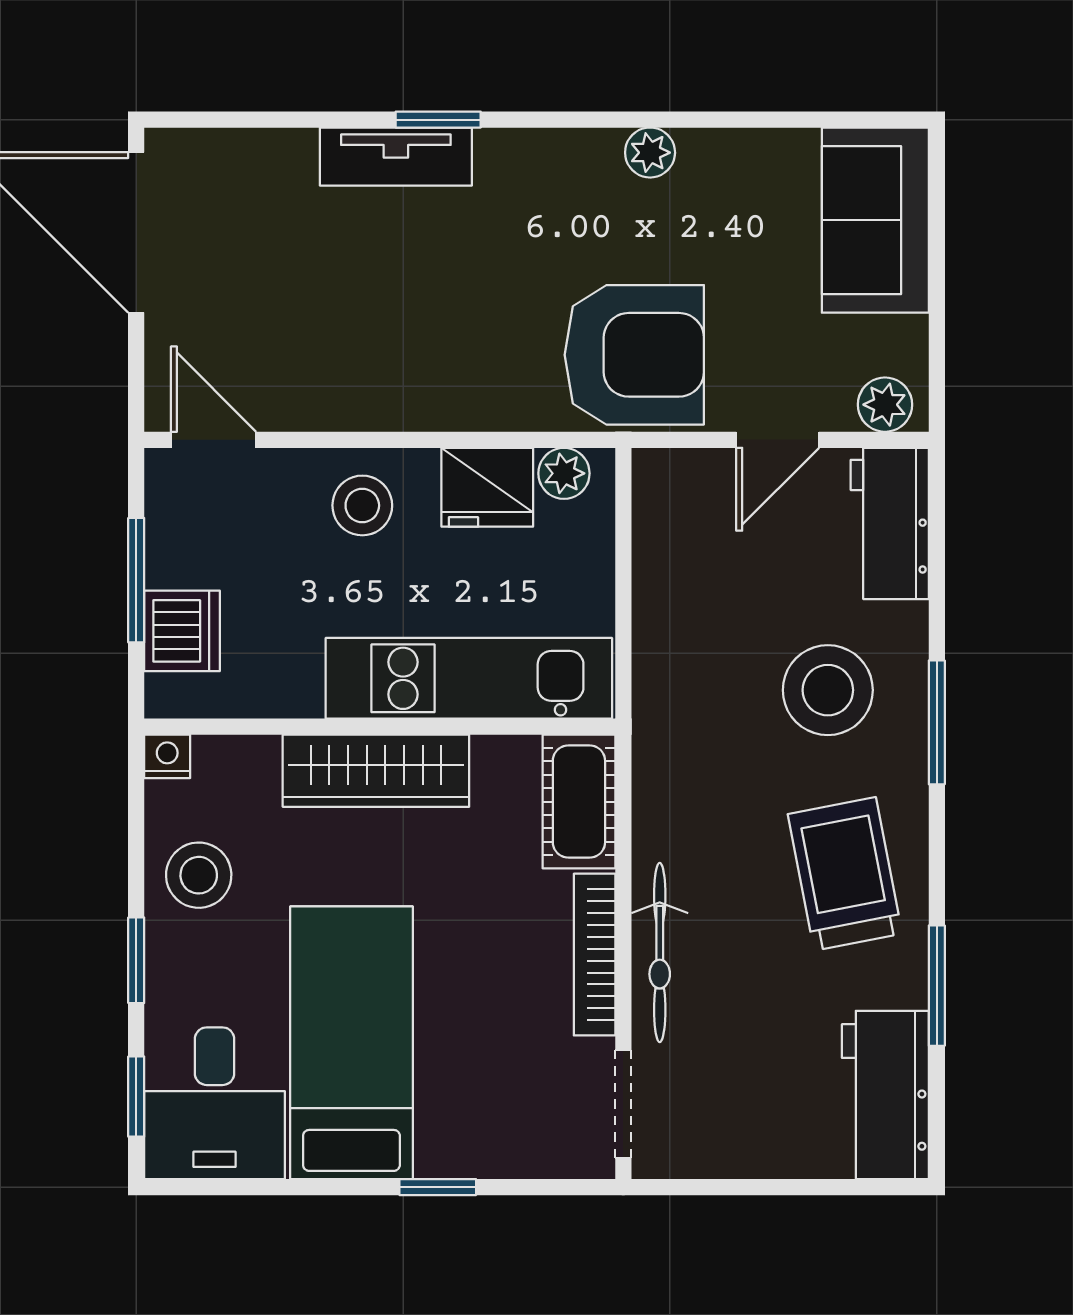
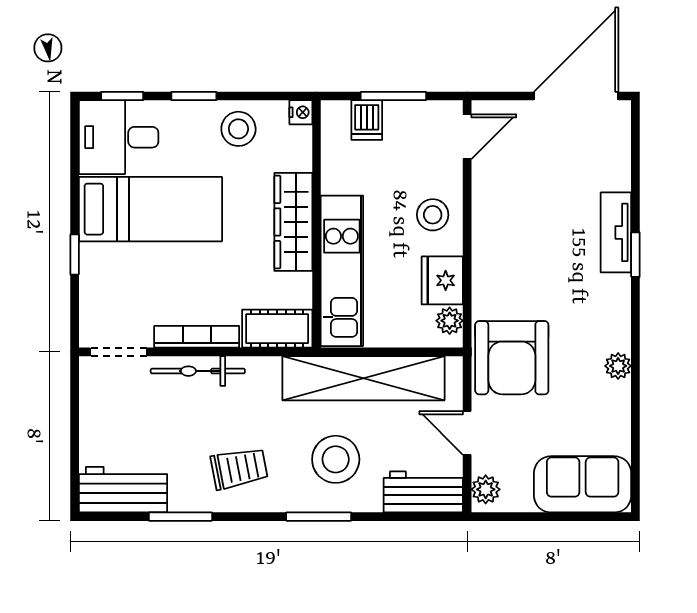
dishwasher: (182, 631) -> (367, 120), width x0.73
shelving: (673, 637) -> (363, 378), added
trolley: (845, 874) -> (239, 468), width x0.73, depth x0.72

